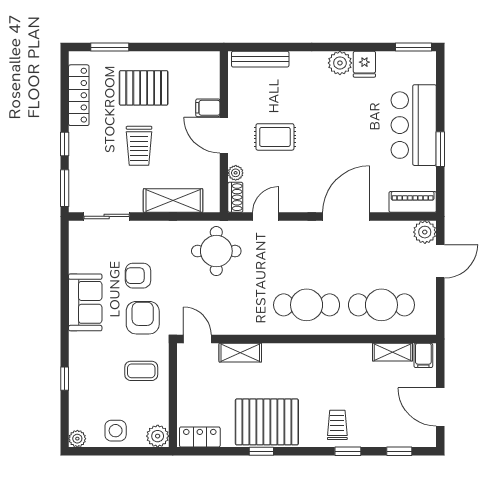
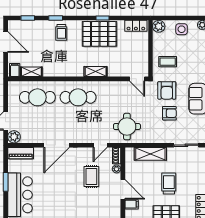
rug: (275, 137) -> (91, 176), moved, turned 90
shelving: (240, 353) -> (96, 72), moved

